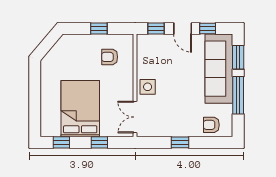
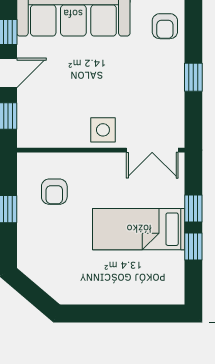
bed: (80, 109) -> (139, 229), width x0.67
window: (61, 142) -> (193, 247), moved

